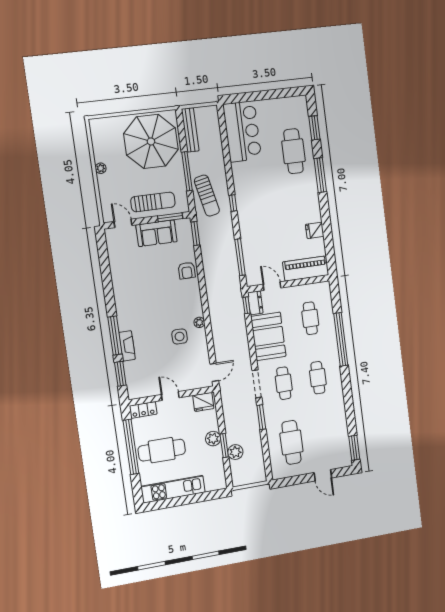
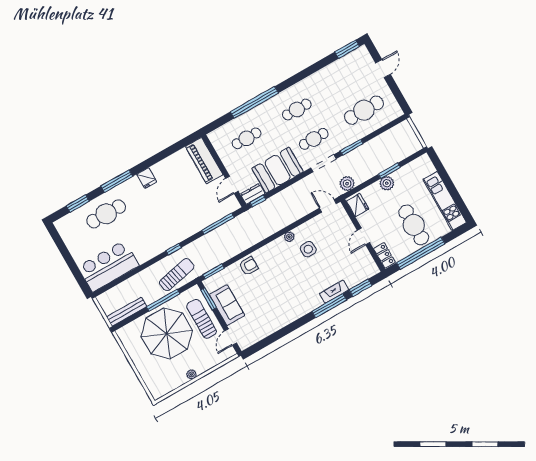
parasol: (151, 141) -> (167, 333), moved
fridge: (315, 230) -> (147, 178), moved
plant: (235, 452) -> (347, 184), moved

